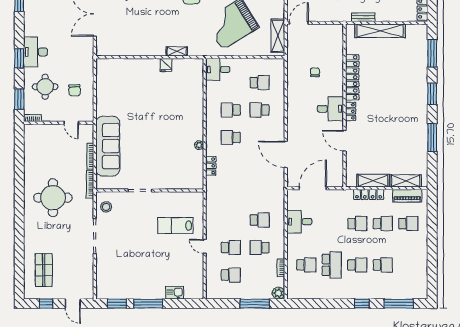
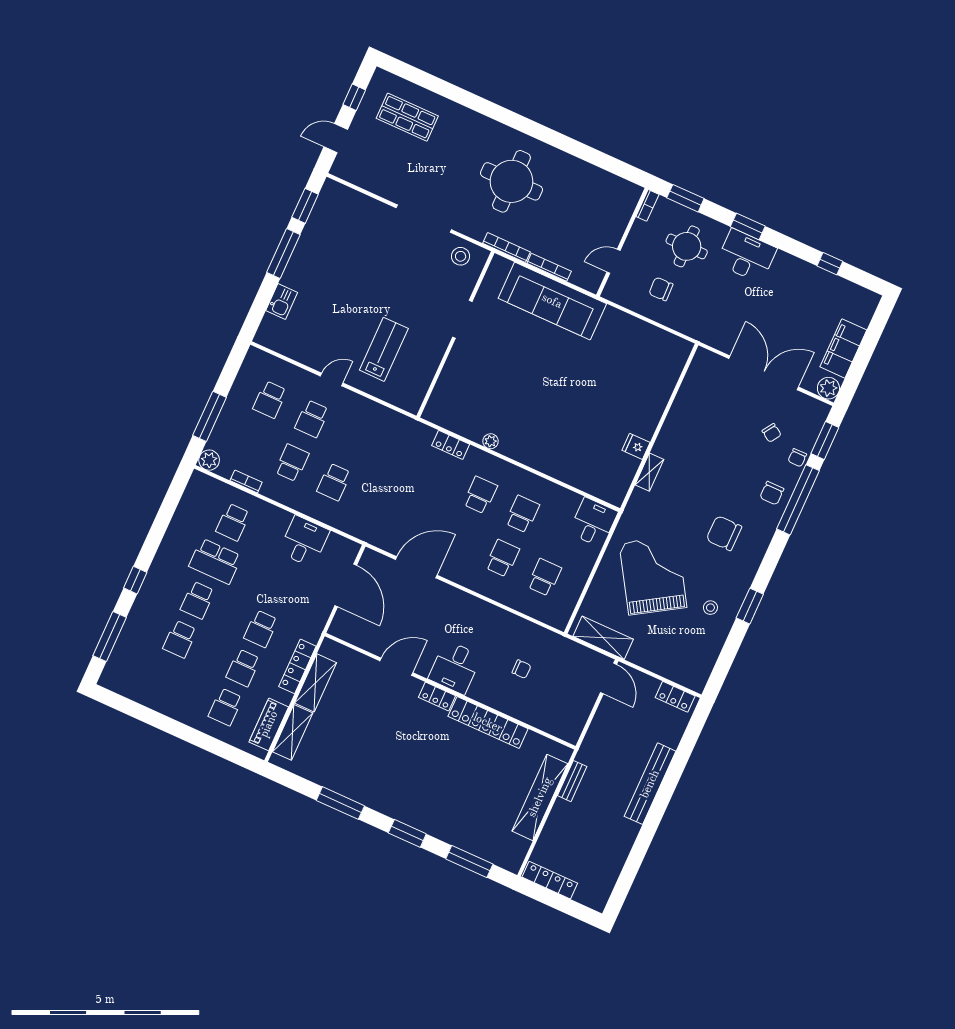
school desk: (260, 82) -> (544, 577), turned 180

